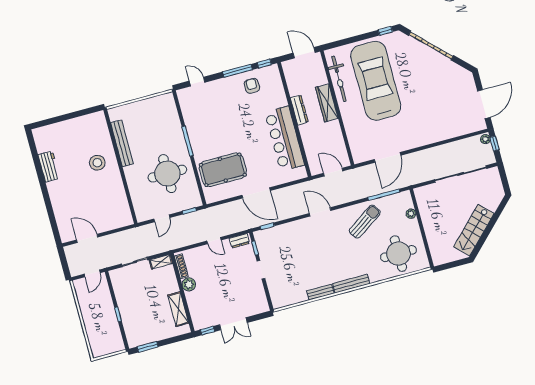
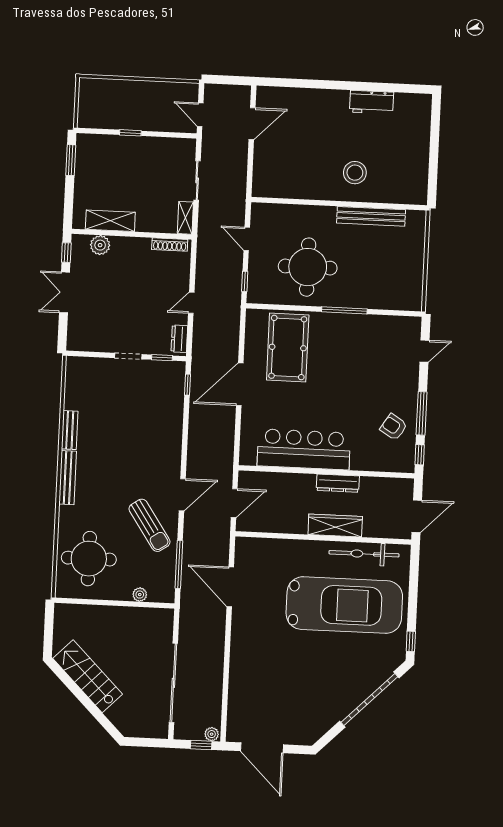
armchair: (252, 86) -> (394, 427), turned -148
door: (320, 212) -> (182, 495), moved
plant: (189, 284) -> (100, 245), moved

